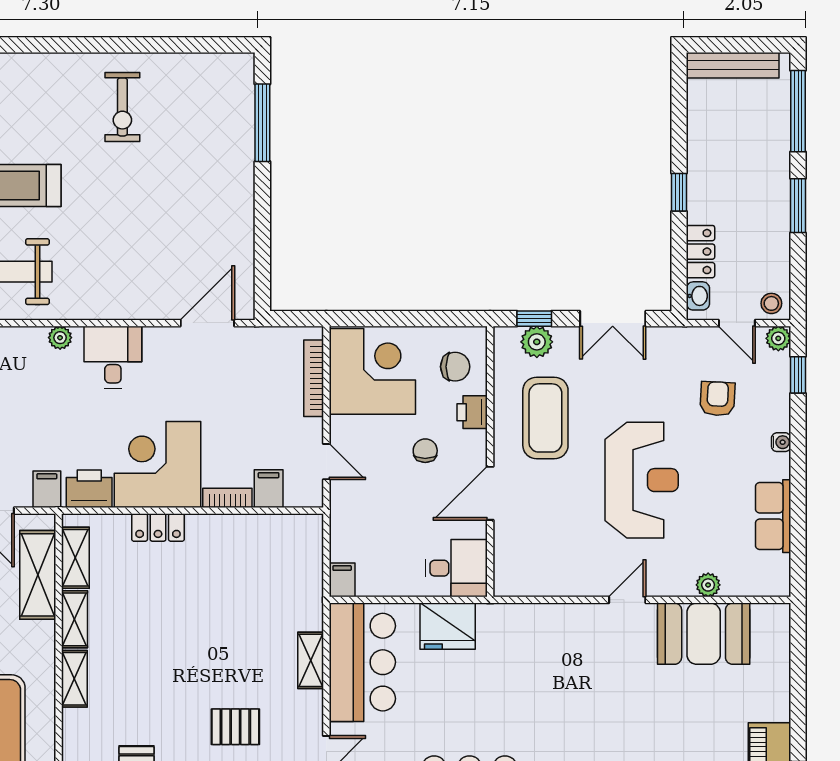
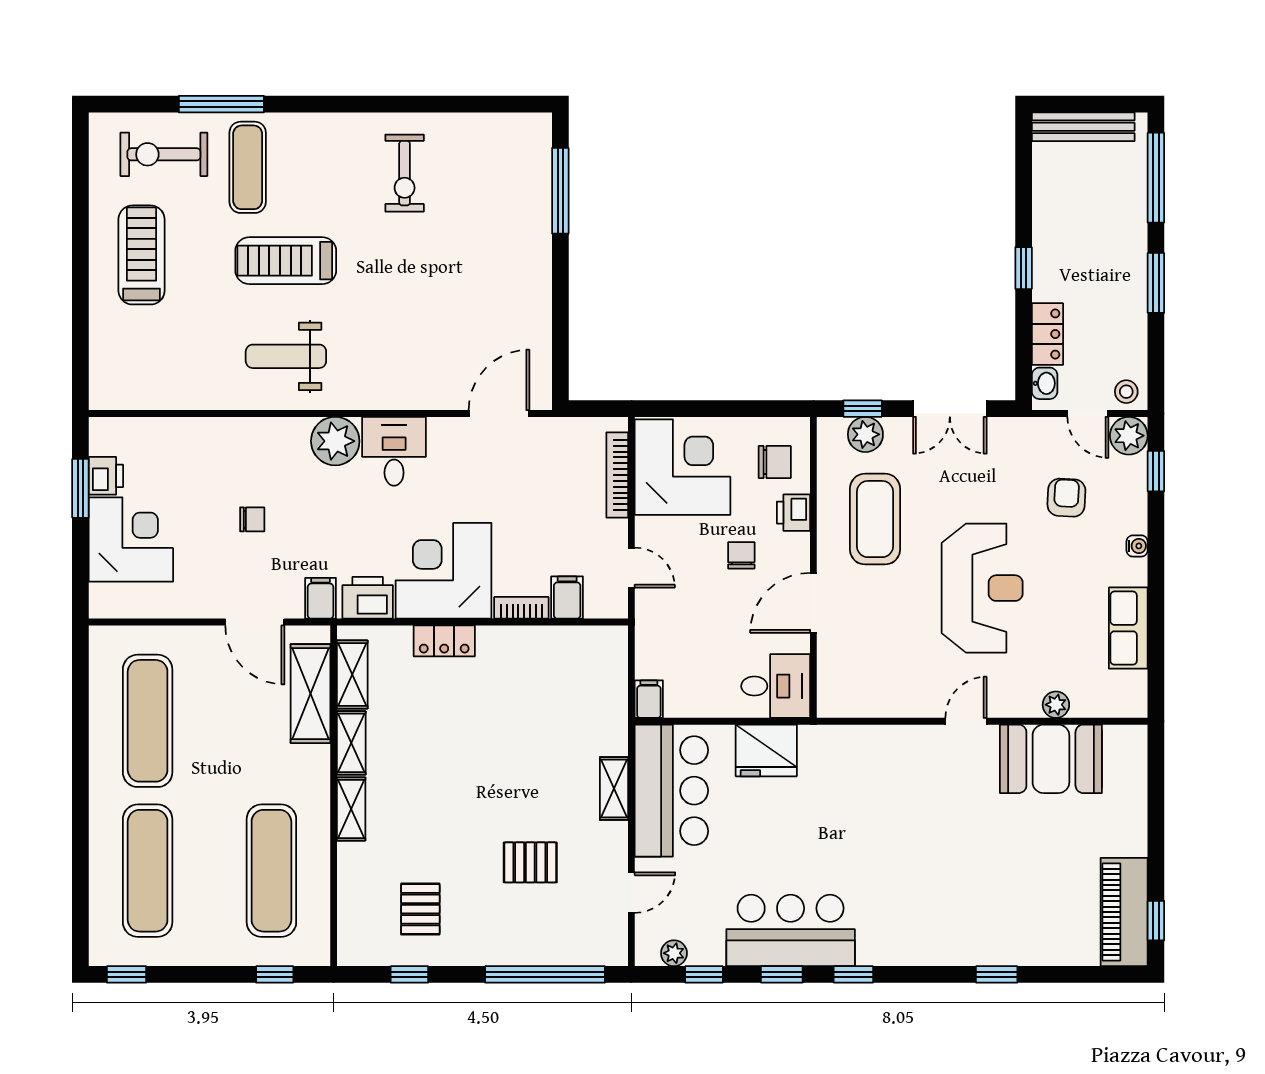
plant: (60, 338) -> (335, 441), width x1.88, depth x1.88
plant: (778, 338) -> (1129, 436), width x1.38, depth x1.38

